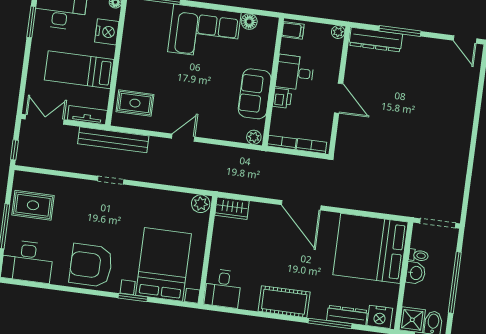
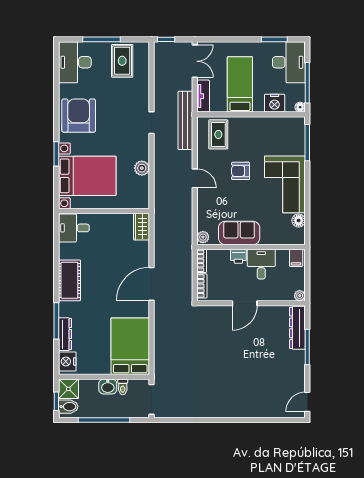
armchair: (182, 82) -> (241, 171), added
plant: (201, 204) -> (142, 168), moved
bed: (370, 248) -> (130, 346), width x0.73

